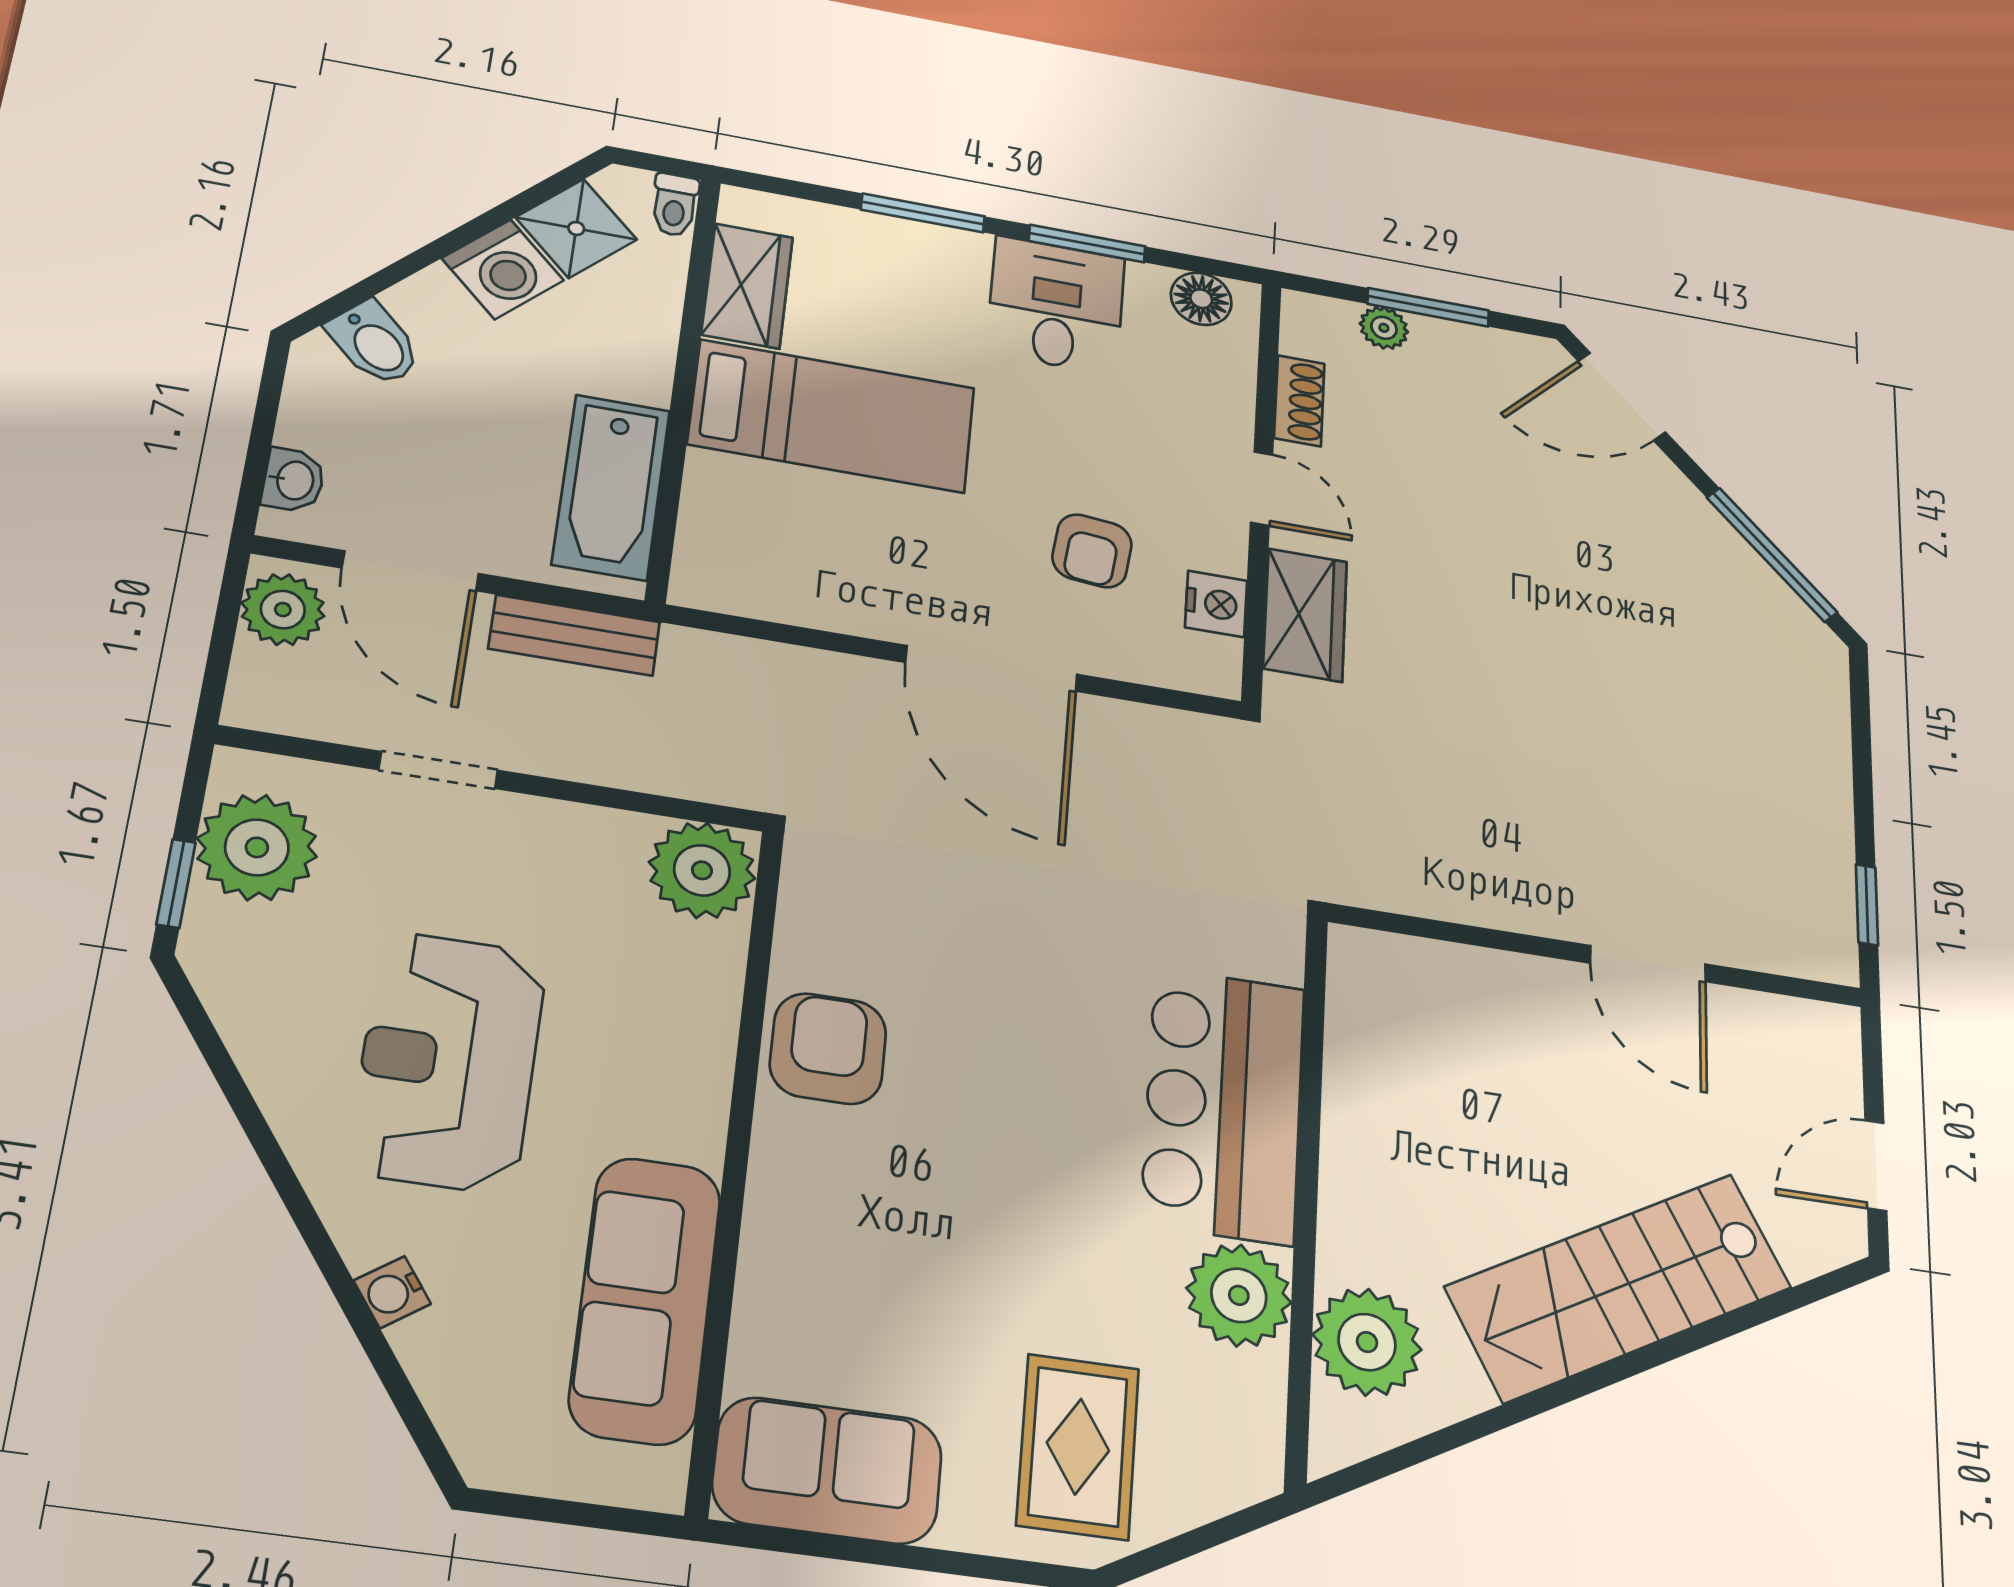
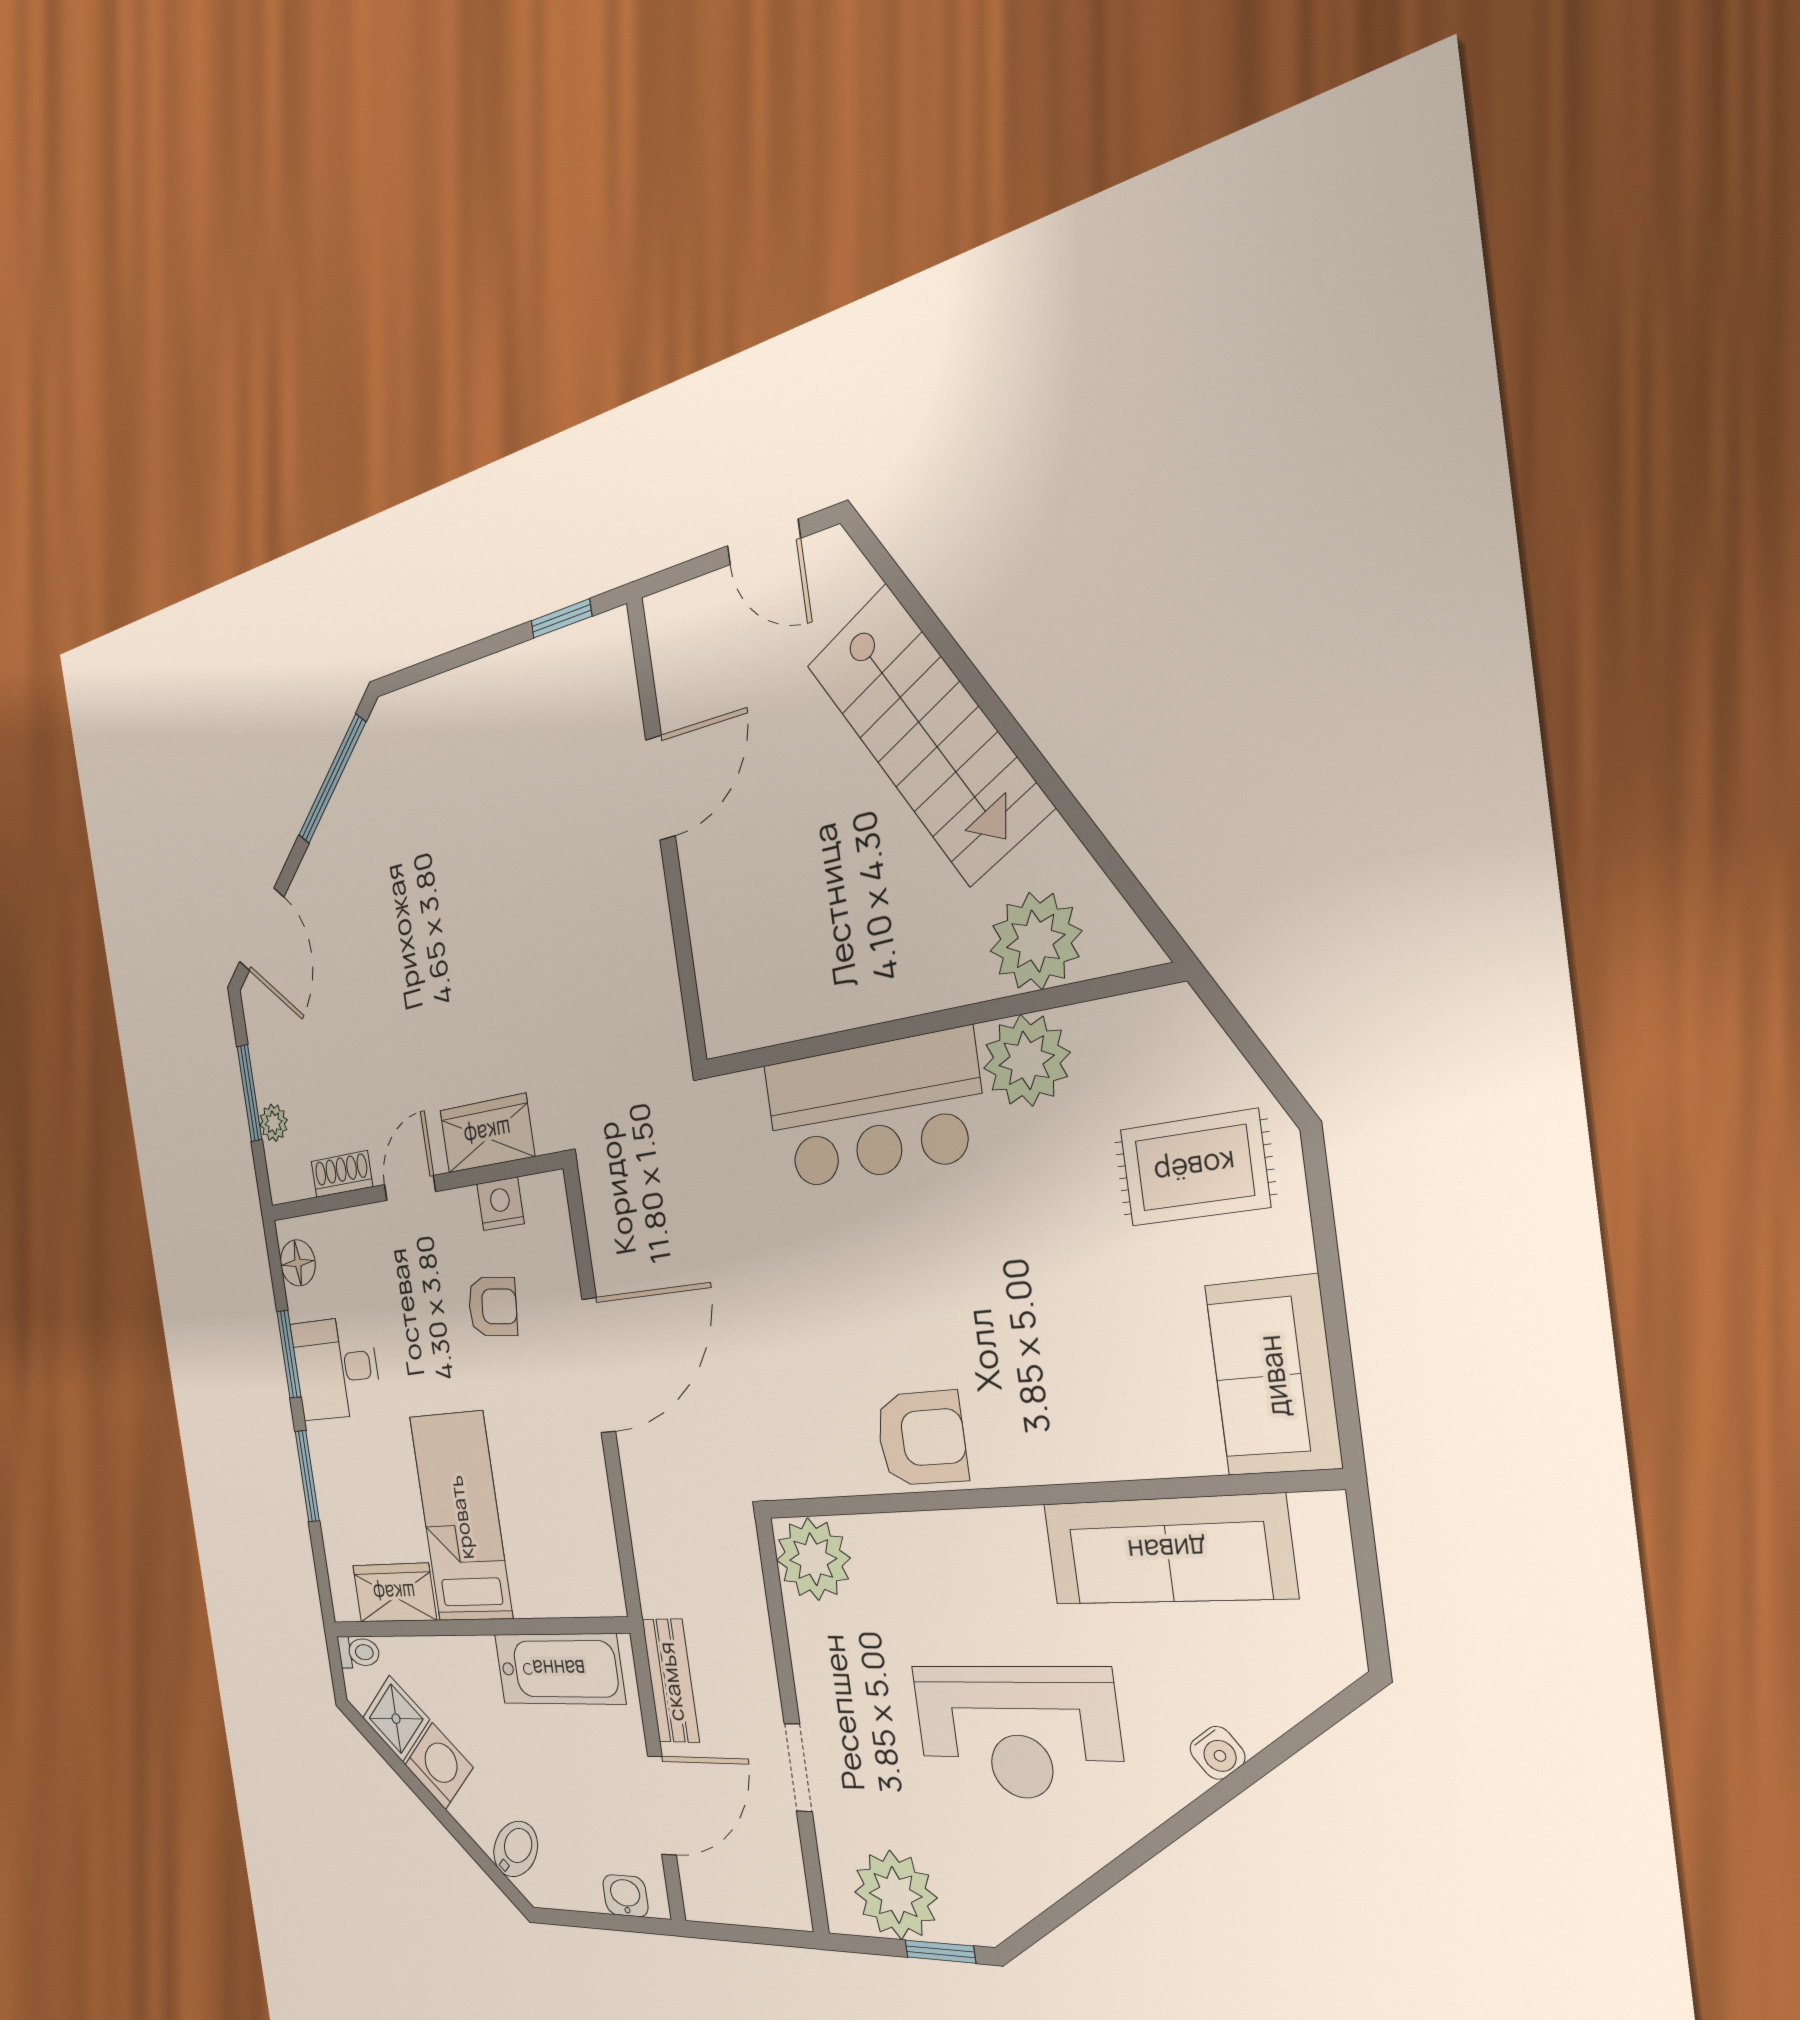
plant: (283, 610) -> (717, 1894), removed
armchair: (828, 1049) -> (921, 1438), turned 180

